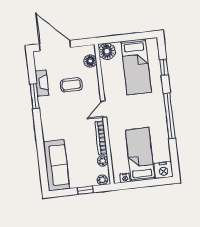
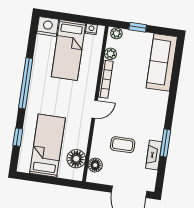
floor lamp: (107, 51) -> (76, 159), moved

